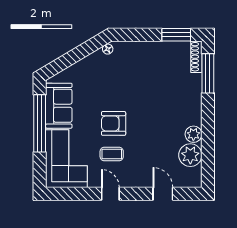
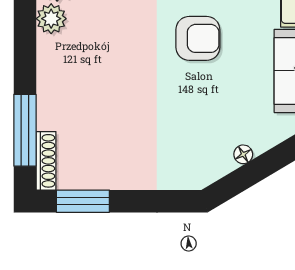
floor lamp: (108, 49) -> (243, 154), moved

